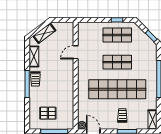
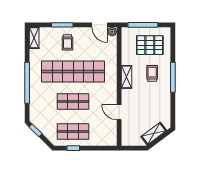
door: (76, 52) -> (119, 112), swing flipped
shelving: (34, 56) -> (126, 77), moved
trolley: (35, 79) -> (152, 73), moved
pallet: (48, 113) -> (150, 45), width x1.50, depth x1.42

